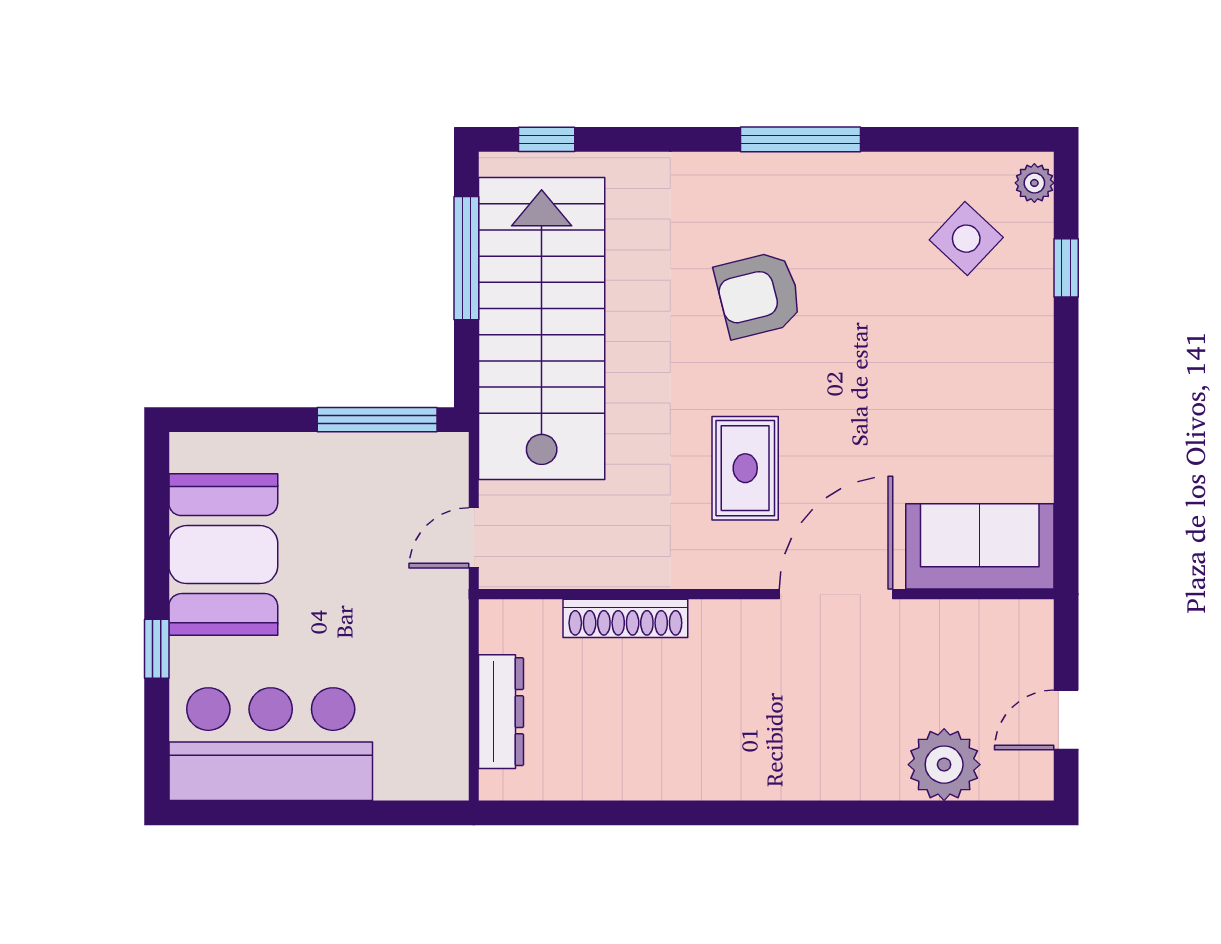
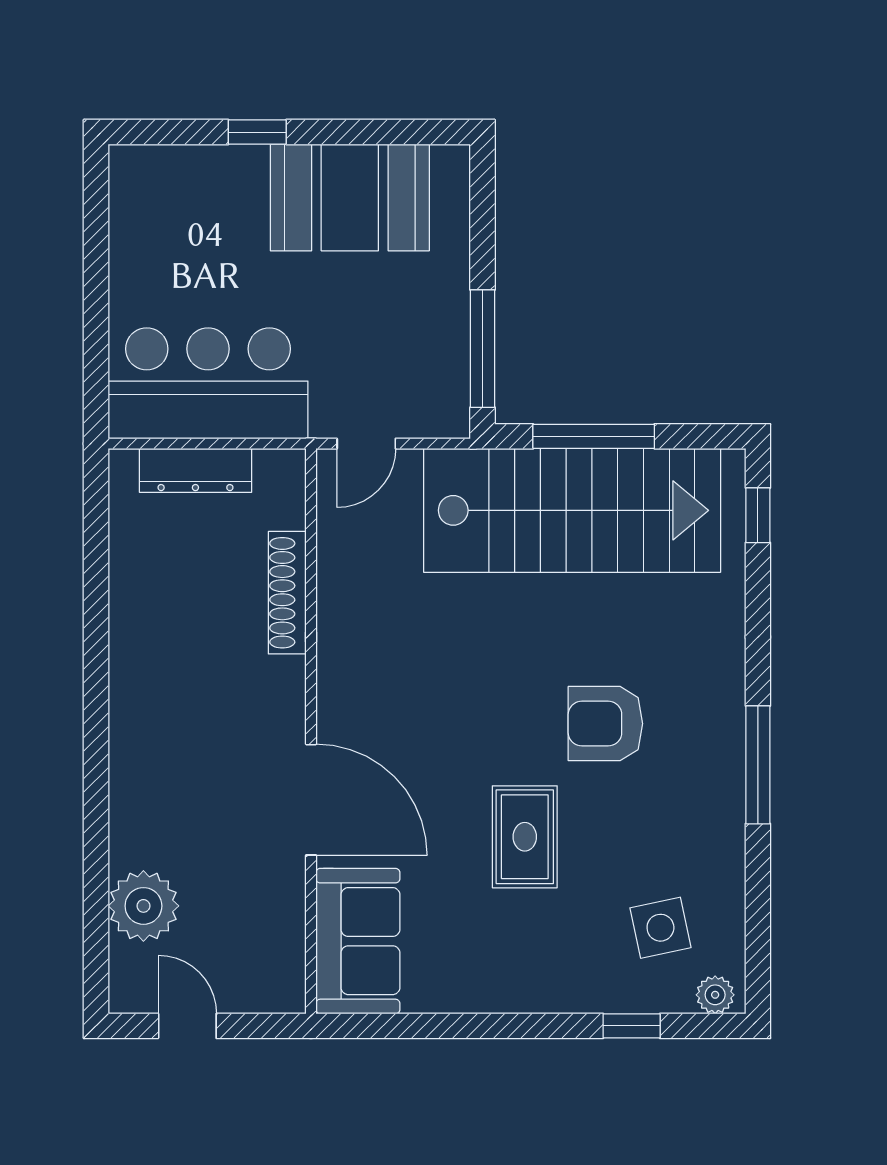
side table: (966, 239) -> (660, 928), turned 35
window: (466, 258) -> (594, 436), moved
armchair: (758, 295) -> (605, 724), turned -76
rug: (745, 468) -> (525, 837), moved, turned 90
door: (474, 538) -> (366, 444), swing flipped
bar counter: (271, 744) -> (208, 383), moved, turned -90

